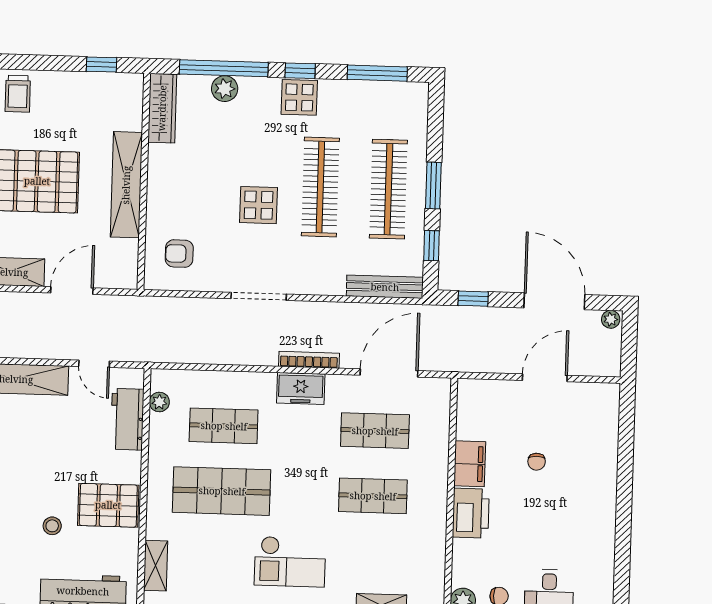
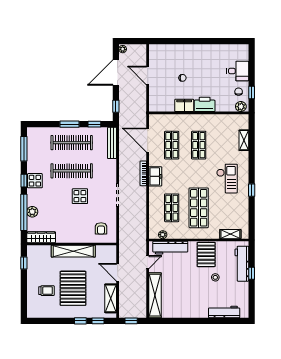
trolley: (18, 94) -> (46, 291), moved
workbench: (127, 419) -> (170, 248), width x1.38

